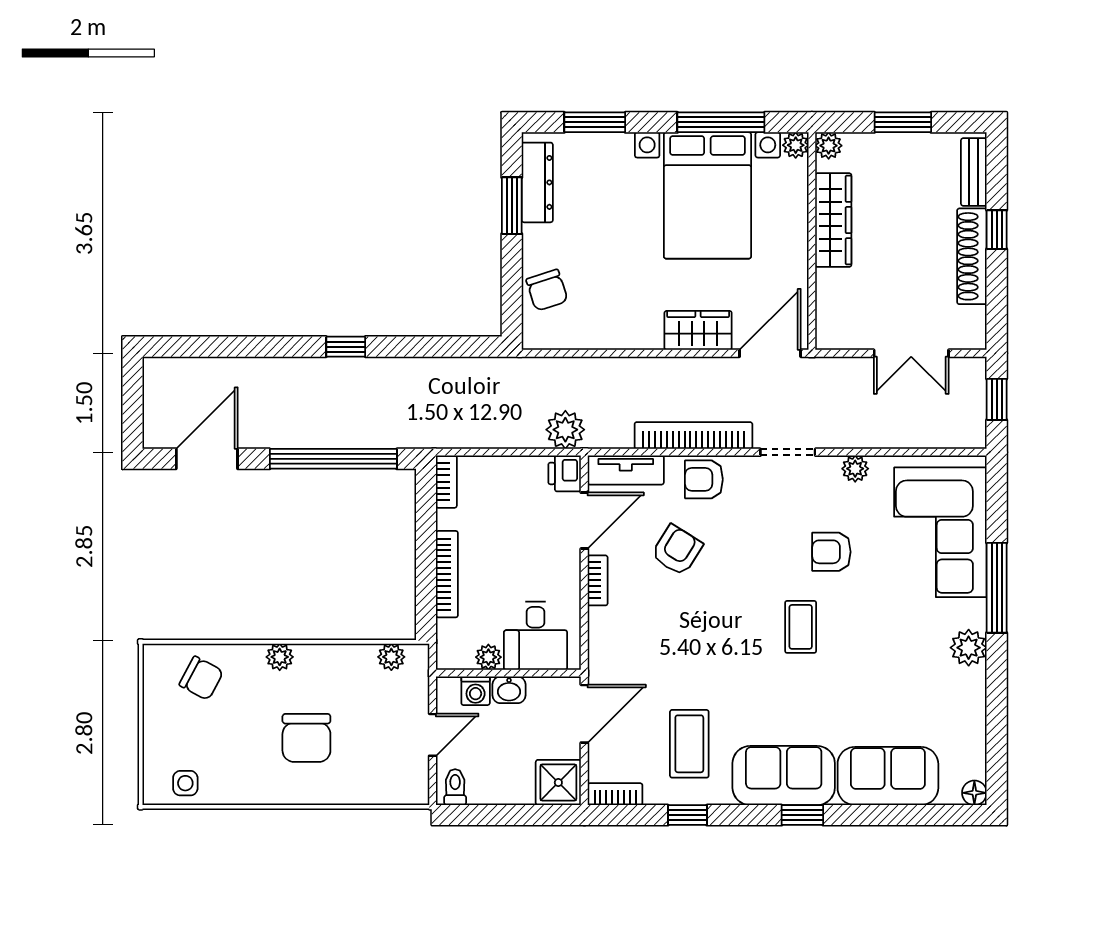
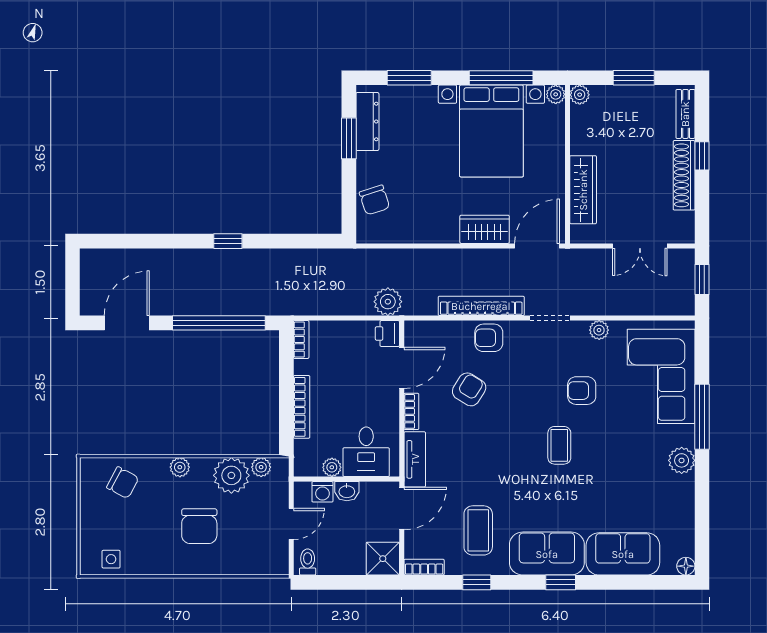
wardrobe: (833, 220) -> (583, 190), moved
tv unit: (626, 470) -> (415, 459), moved, turned -90
plant: (350, 668) -> (231, 475), added

